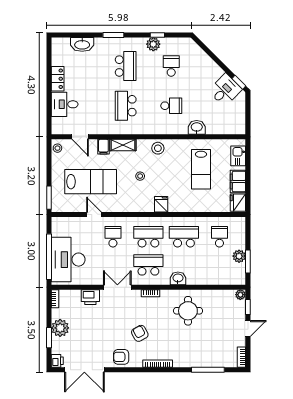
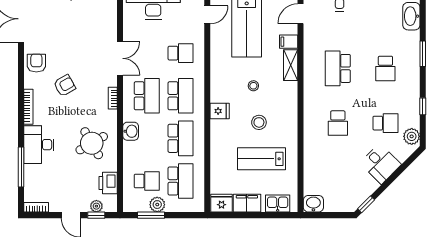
plant: (153, 44) -> (412, 136), moved
school desk: (126, 66) -> (385, 68), width x0.54
desk: (225, 90) -> (381, 164), moved
school desk: (126, 106) -> (338, 68), turned -90
washbasin: (197, 127) -> (313, 204), moved, turned -90
stool: (158, 148) -> (259, 122), moved
door: (94, 214) -> (207, 15), moved
school desk: (219, 237) -> (181, 181), width x1.85
school desk: (219, 265) -> (147, 181), added
plant: (240, 295) -> (96, 206), moved
printer: (90, 297) -> (108, 183), moved
round table: (188, 311) -> (92, 143), turned -30
desk: (189, 355) -> (39, 145), added

